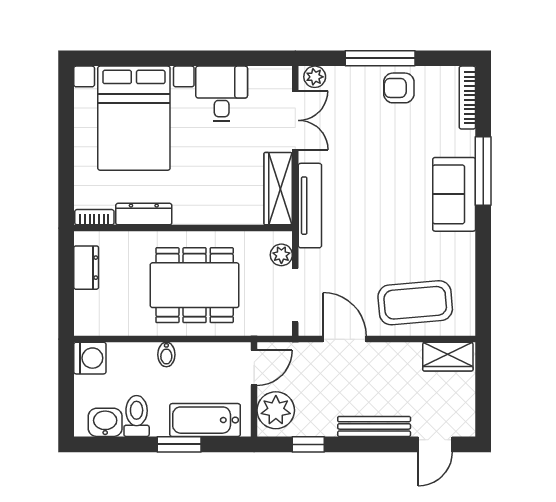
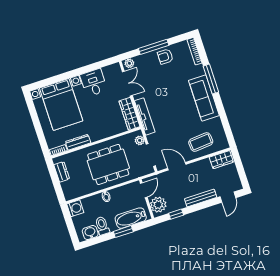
sofa: (454, 194) -> (204, 98), width x1.36
coffee table: (415, 303) -> (201, 142), width x0.73, depth x0.76

